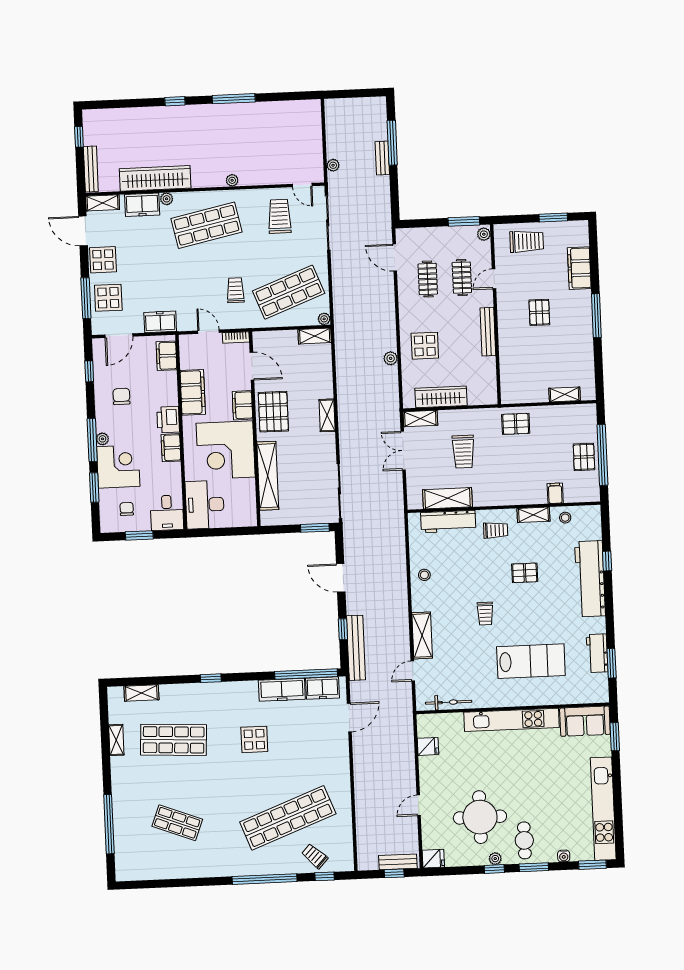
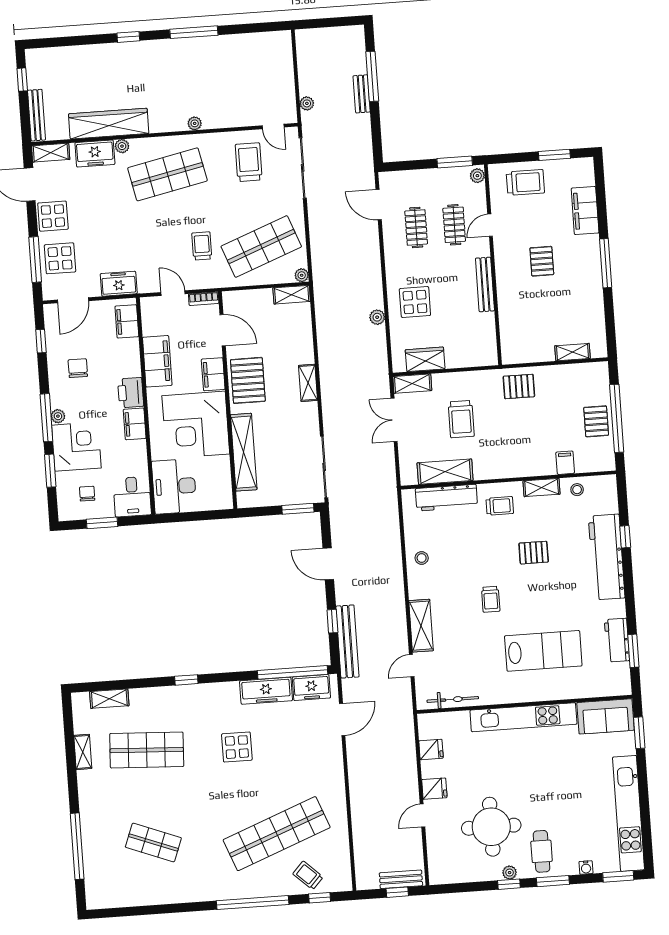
wardrobe: (441, 397) -> (425, 359), width x0.67
fridge: (433, 859) -> (434, 789), moved

